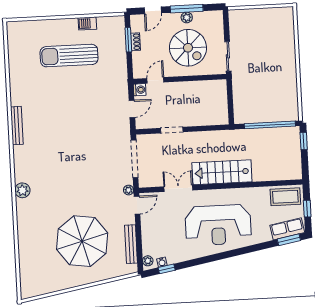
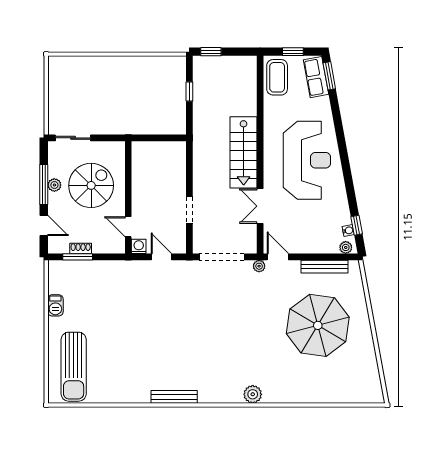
sun lounger: (69, 56) -> (74, 367), moved
sliding door: (228, 56) -> (73, 138), moved
window: (270, 125) -> (189, 91), width x0.32

